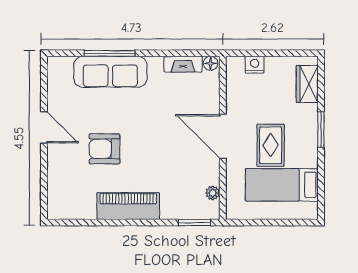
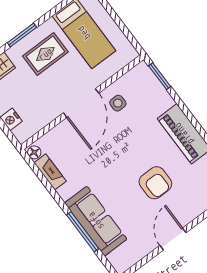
rug: (271, 145) -> (45, 54), moved
side table: (199, 168) -> (118, 103), added
plant: (213, 193) -> (128, 79), removed

